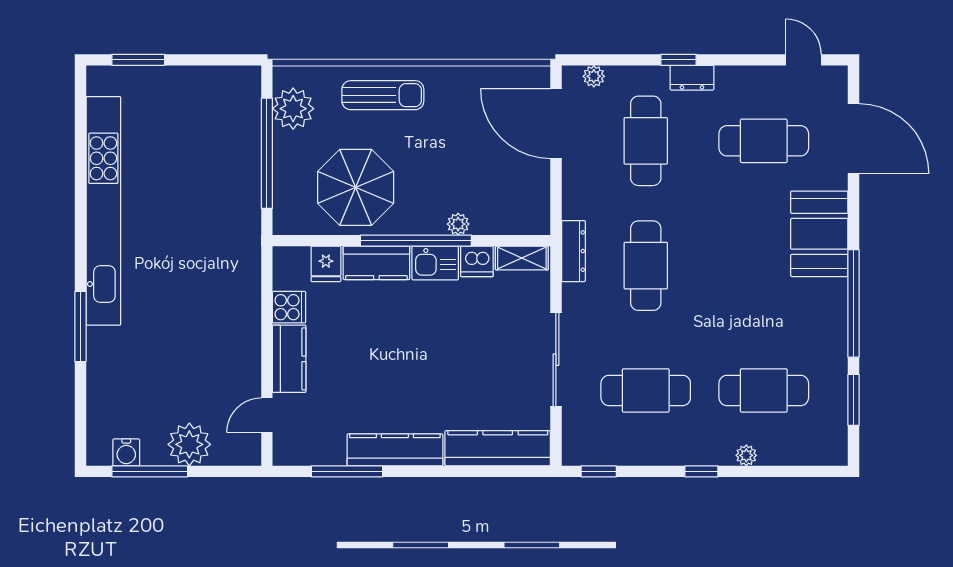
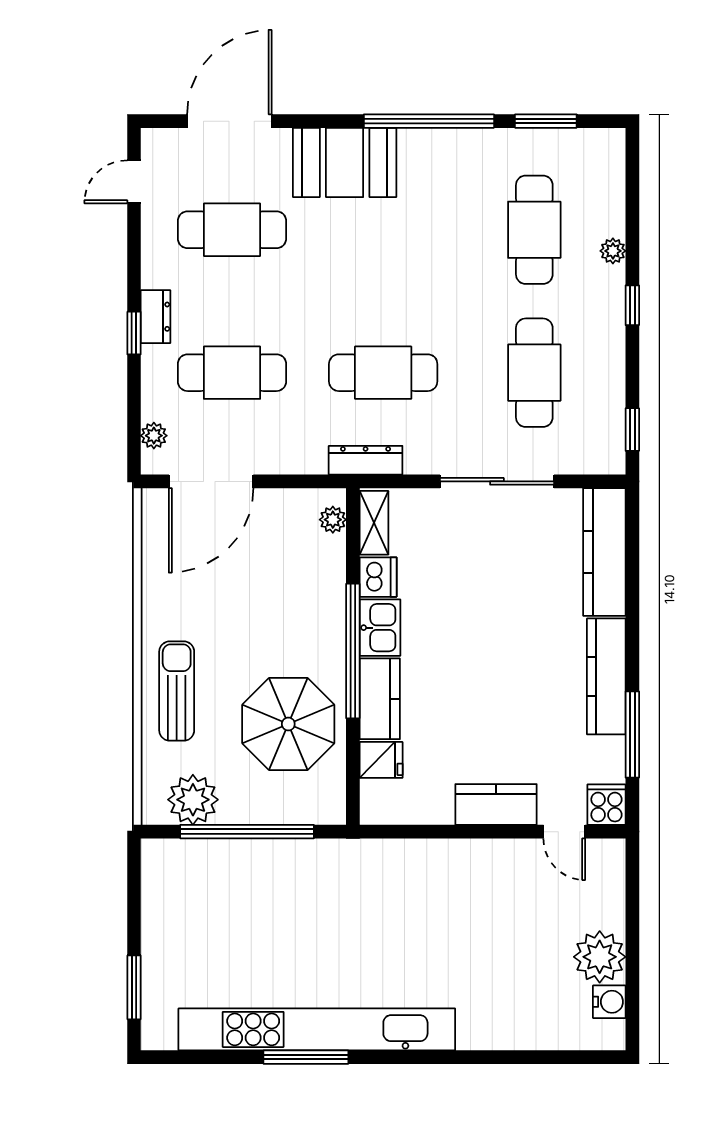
cafe table: (764, 141) -> (232, 230), turned 90
plant: (458, 224) -> (333, 520), moved
cooker: (289, 307) -> (606, 805), moved
window: (81, 326) -> (306, 1057), moved
plant: (189, 444) -> (600, 957), moved
window: (150, 471) -> (632, 973), removed

